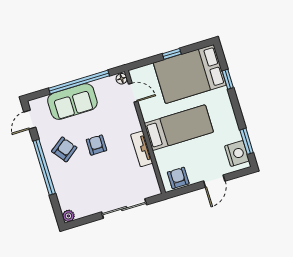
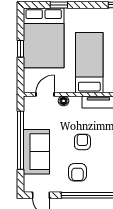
floor lamp: (122, 79) -> (64, 101), moved
armchair: (96, 145) -> (82, 142), turned 90
armchair: (64, 149) -> (77, 172), turned -143

